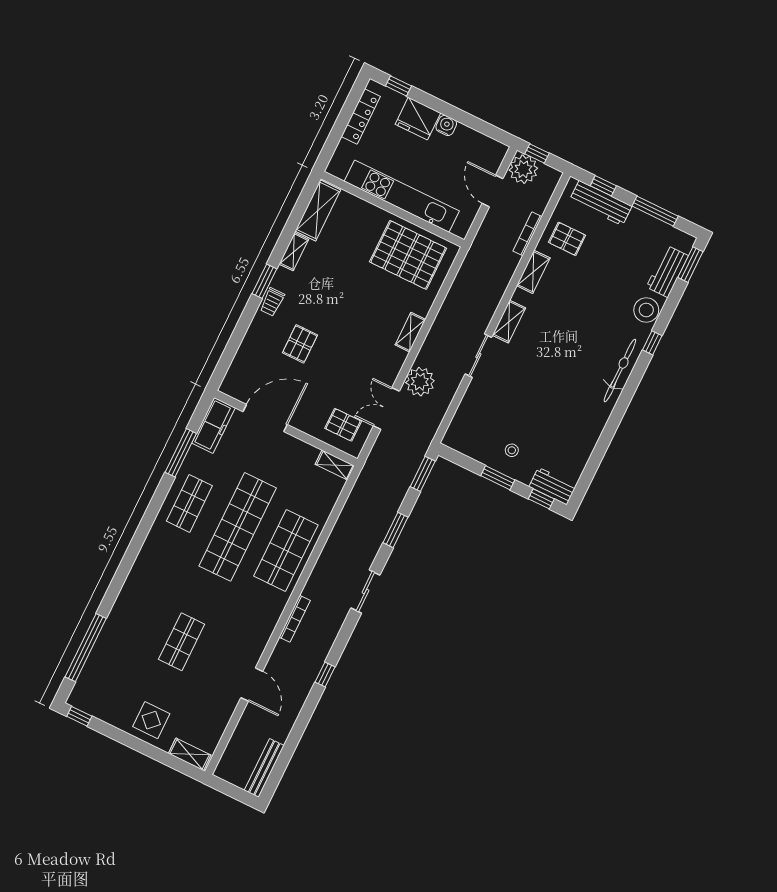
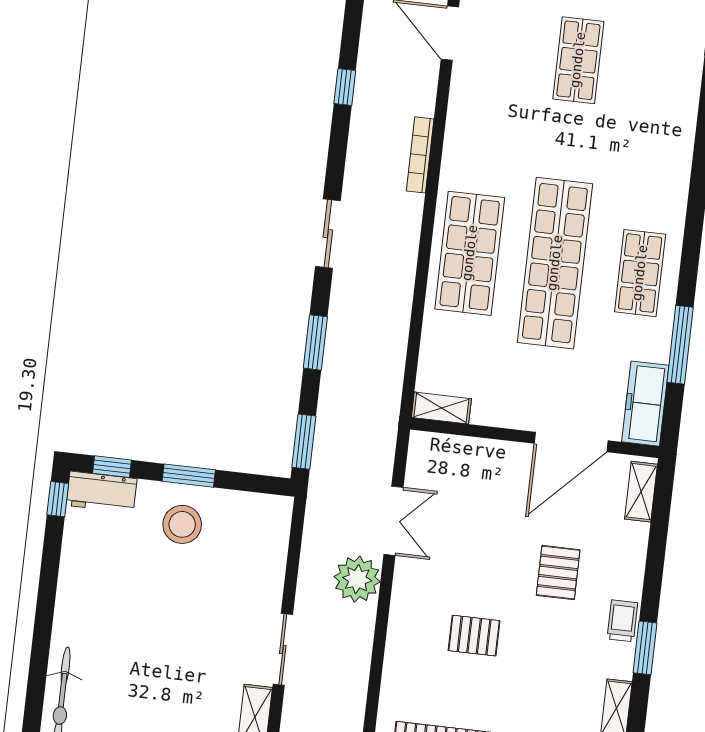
shelving: (410, 332) -> (641, 492), moved
pallet: (343, 425) -> (474, 636), moved
stool: (512, 450) -> (182, 524), width x1.89, depth x1.89
window: (580, 491) -> (58, 499), added

